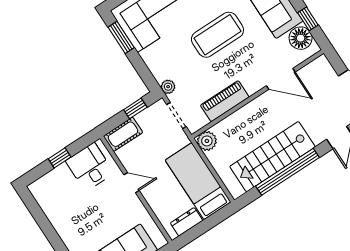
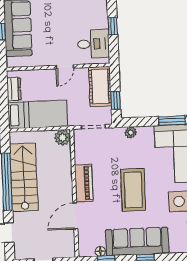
floor lamp: (301, 38) -> (100, 251), width x0.53, depth x0.53
plant: (168, 87) -> (131, 132), moved
piano: (225, 101) -> (84, 183), moved
cot: (123, 134) -> (100, 87), width x1.37, depth x1.34

